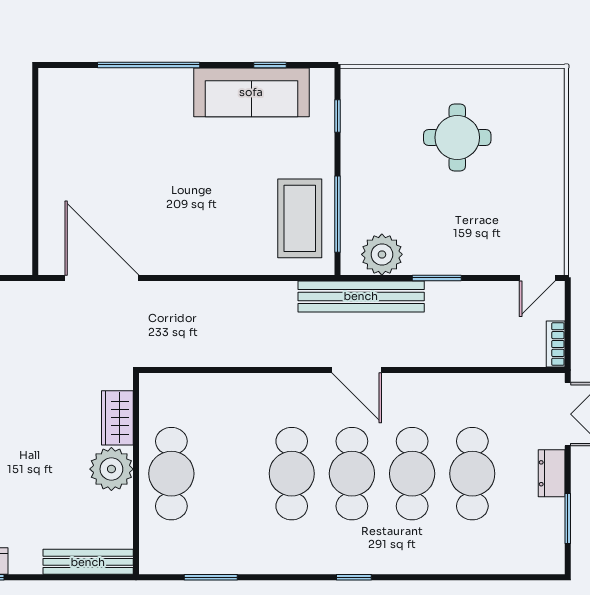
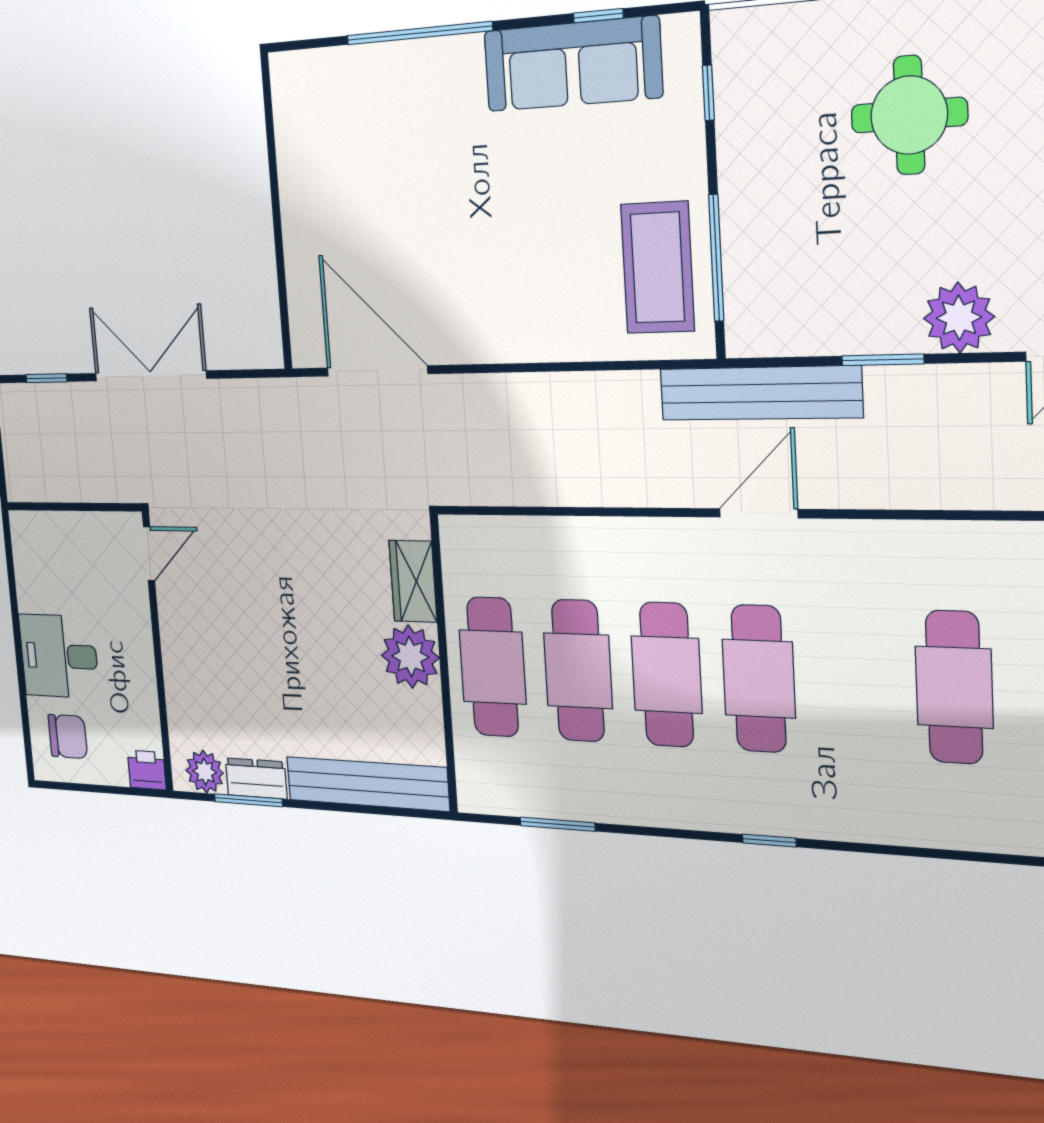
plant: (382, 254) -> (959, 318), moved
door: (357, 370) -> (759, 513), swing flipped
cafe table: (412, 474) -> (578, 671), moved
bench: (88, 562) -> (367, 784), width x1.37, depth x1.21

